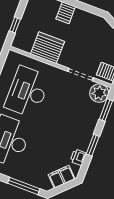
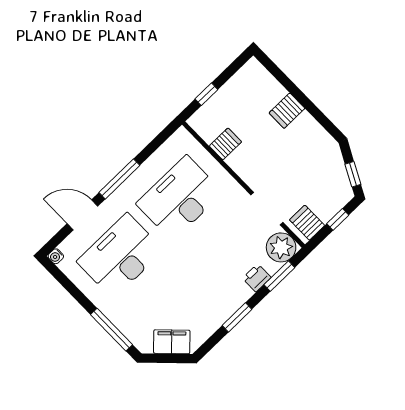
server rack: (47, 48) -> (225, 144), width x0.46, depth x0.70
printer: (78, 157) -> (257, 278), moved

